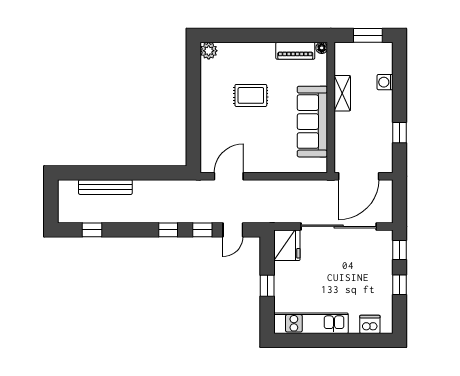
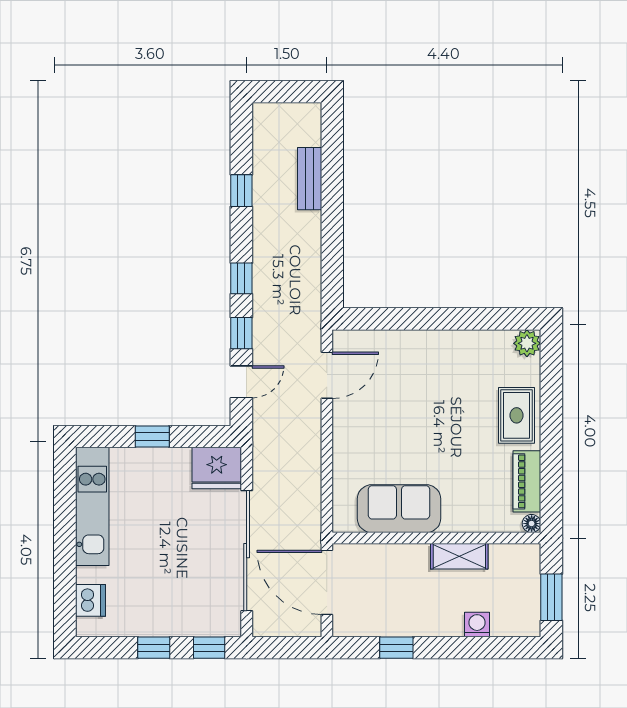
rug: (251, 95) -> (517, 415), moved
sofa: (312, 122) -> (399, 509), width x0.73
door: (229, 176) -> (327, 375), hinge flipped
bench: (105, 187) -> (310, 179), width x0.73
window: (92, 230) -> (241, 191), moved
door: (233, 230) -> (241, 382), swing flipped

